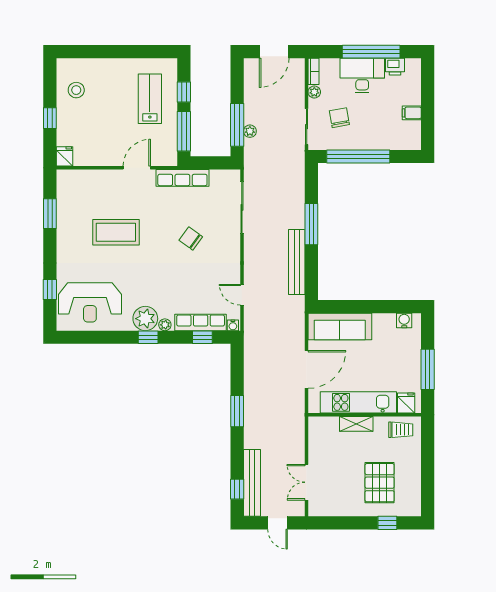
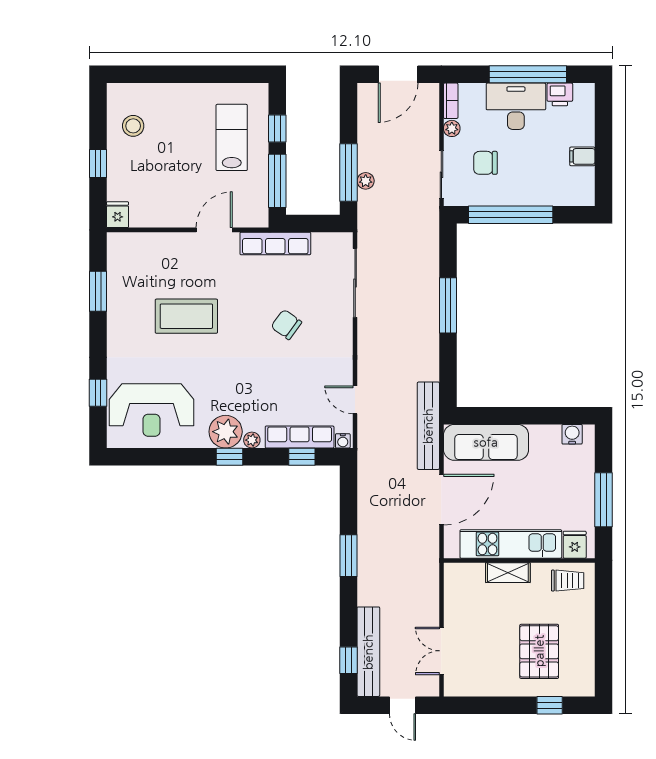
chair: (339, 118) -> (485, 163), turned -80
bench: (297, 262) -> (428, 426), moved

